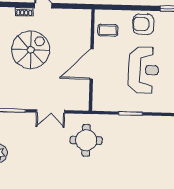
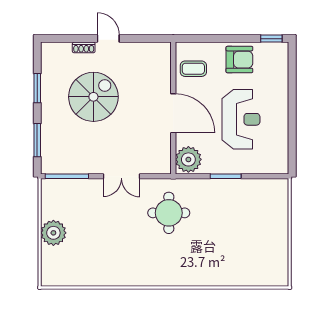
armchair: (143, 24) -> (239, 60), turned 180
door: (92, 64) -> (173, 113), swing flipped
plant: (102, 100) -> (188, 159), added

